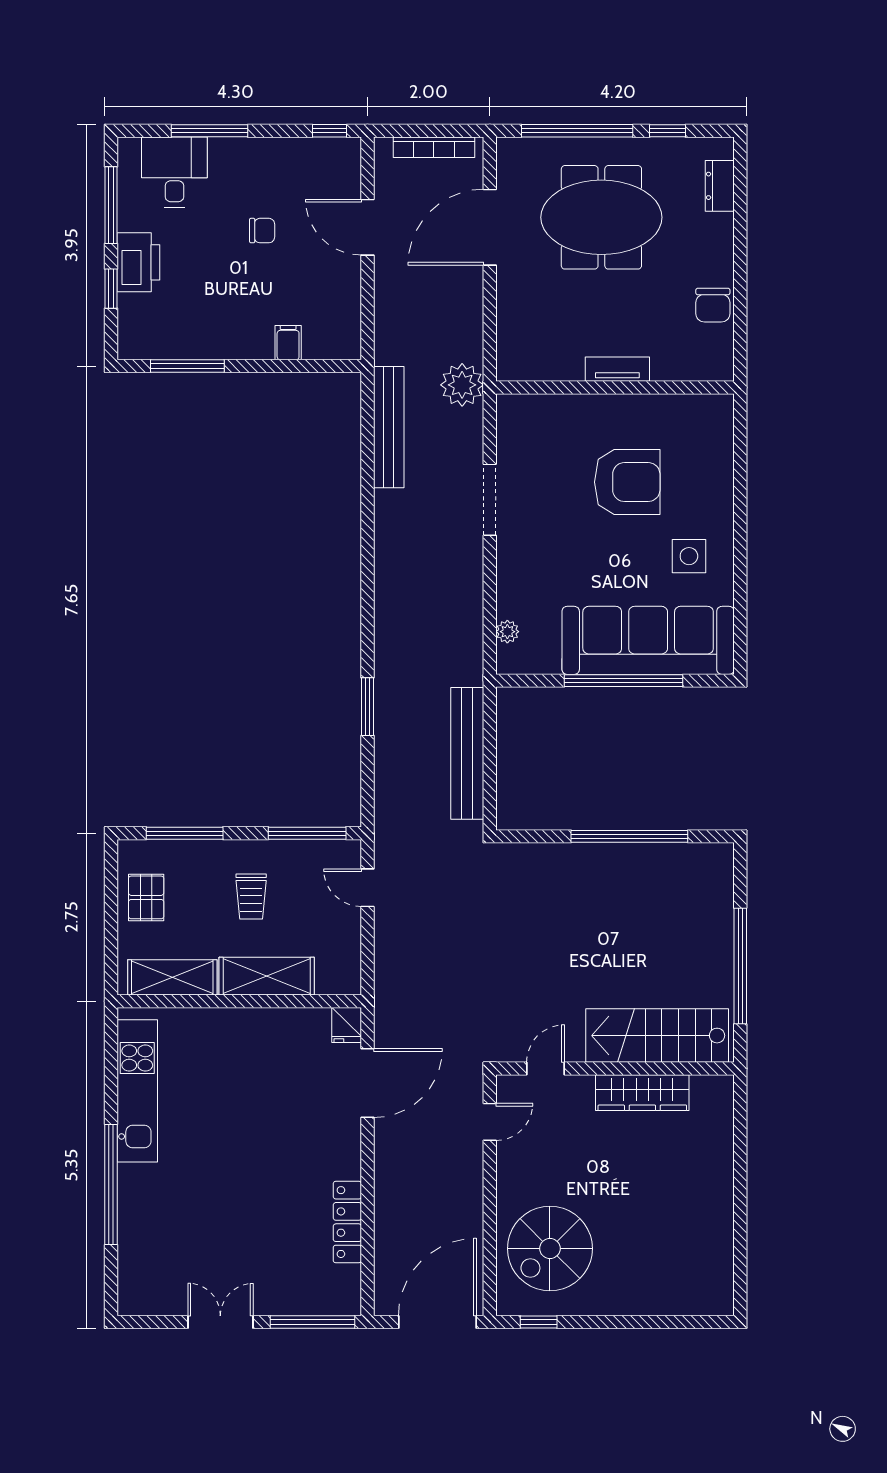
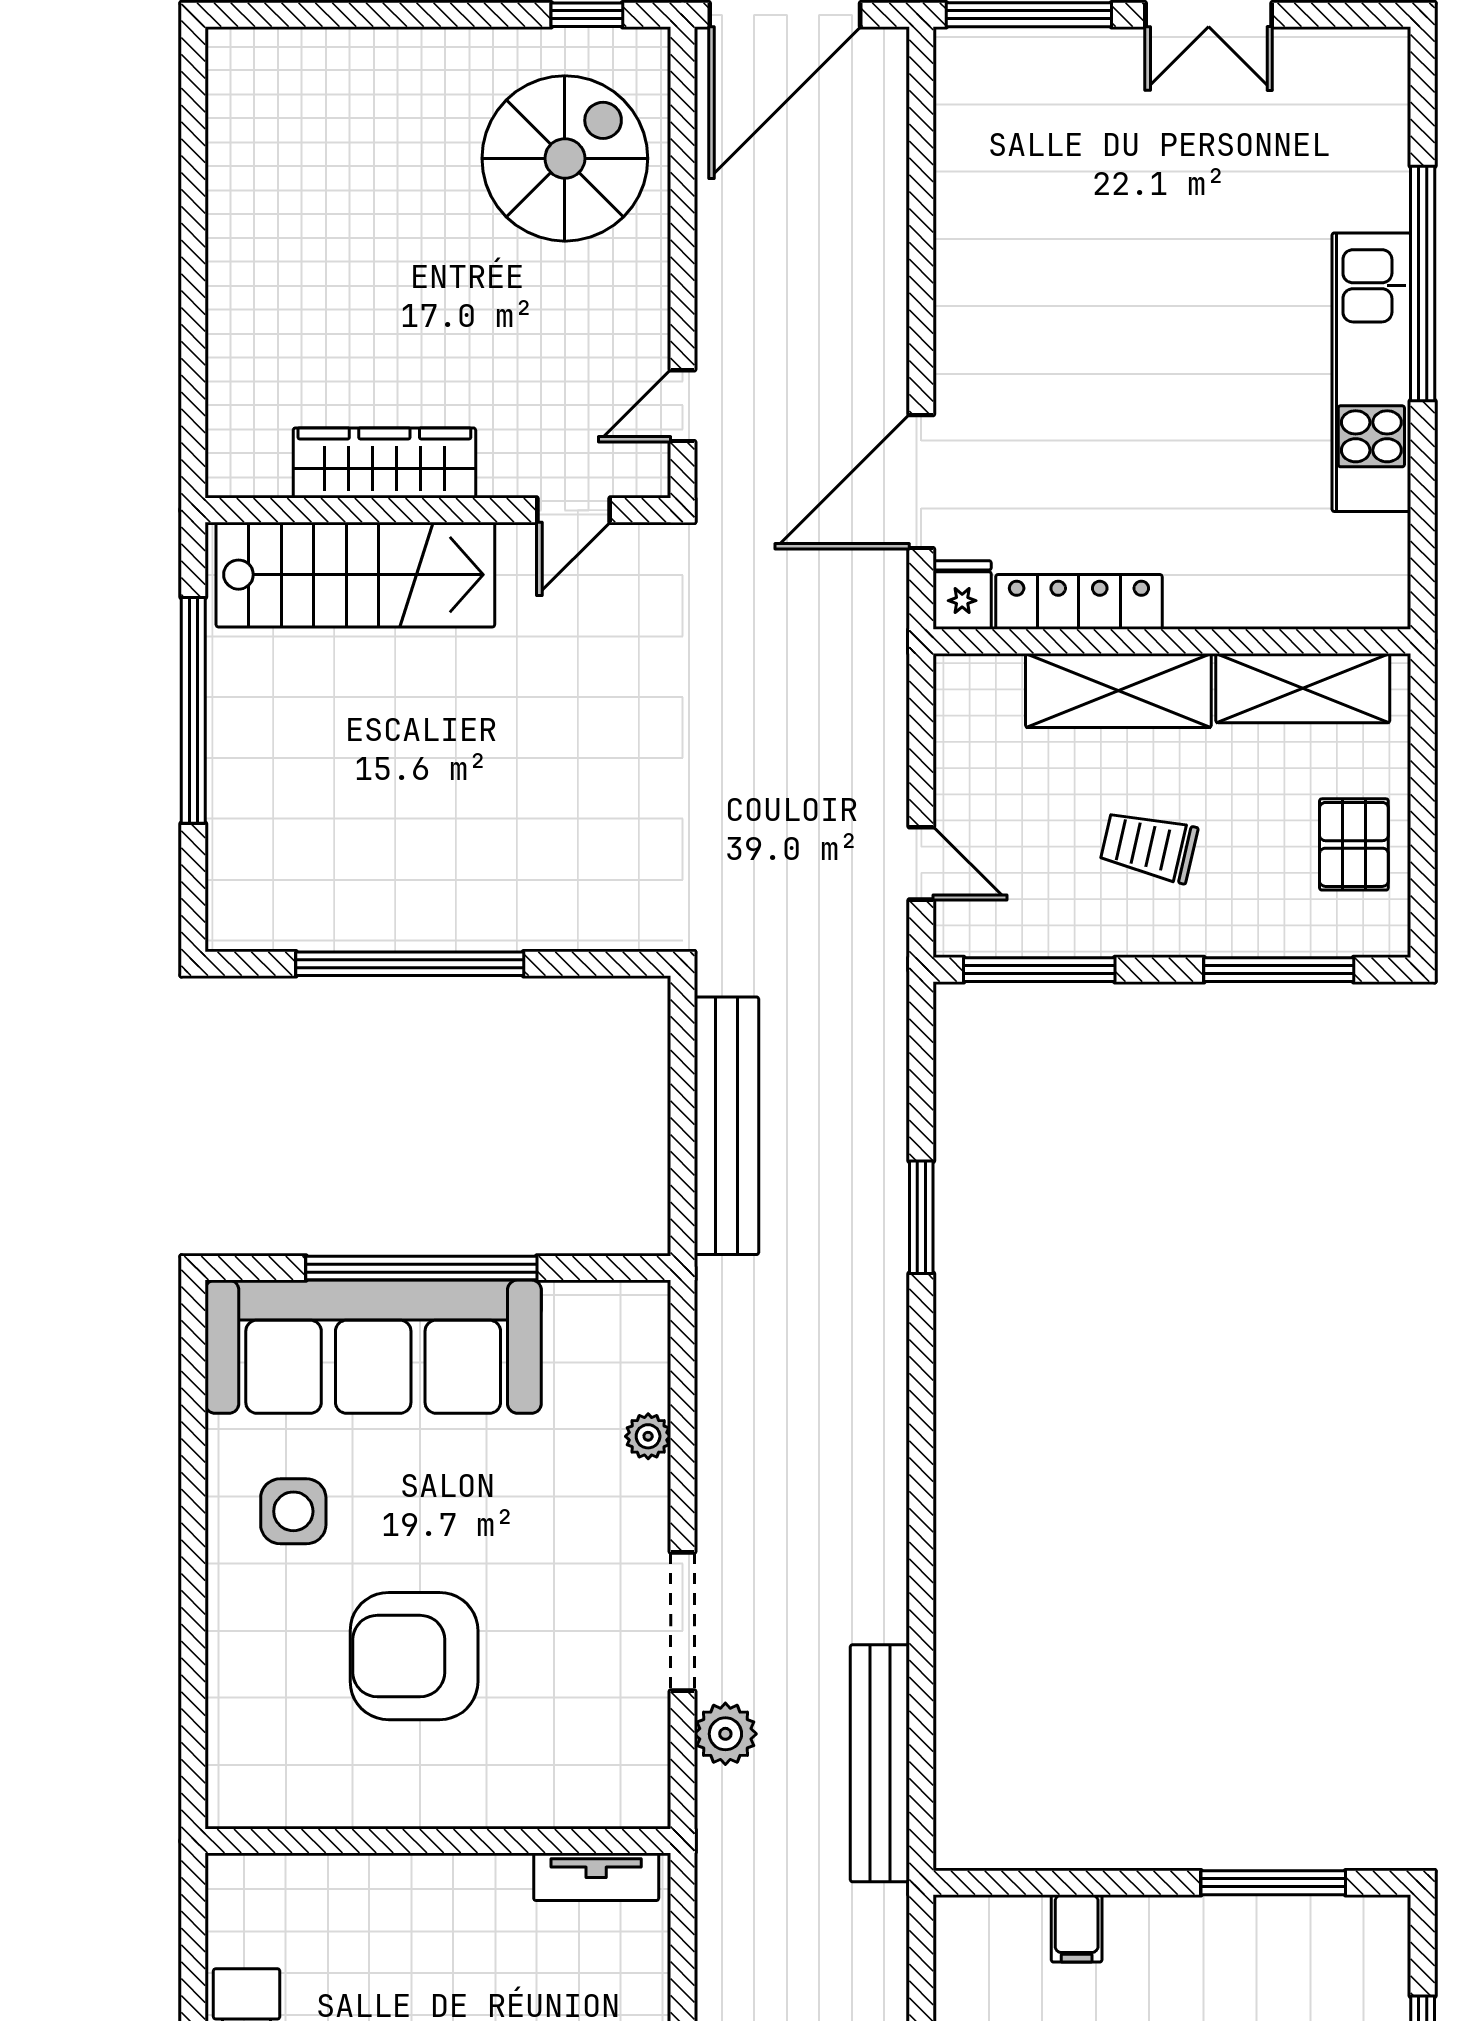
tv unit: (617, 369) -> (596, 1877), moved
plant: (462, 385) -> (725, 1734), moved, width x0.73, depth x0.73
plant: (507, 632) -> (648, 1436), moved
trolley: (251, 897) -> (1149, 846), turned -77
kitchen unit: (137, 1091) -> (1371, 372), moved
locker: (347, 1222) -> (1079, 602), moved, turned -90

